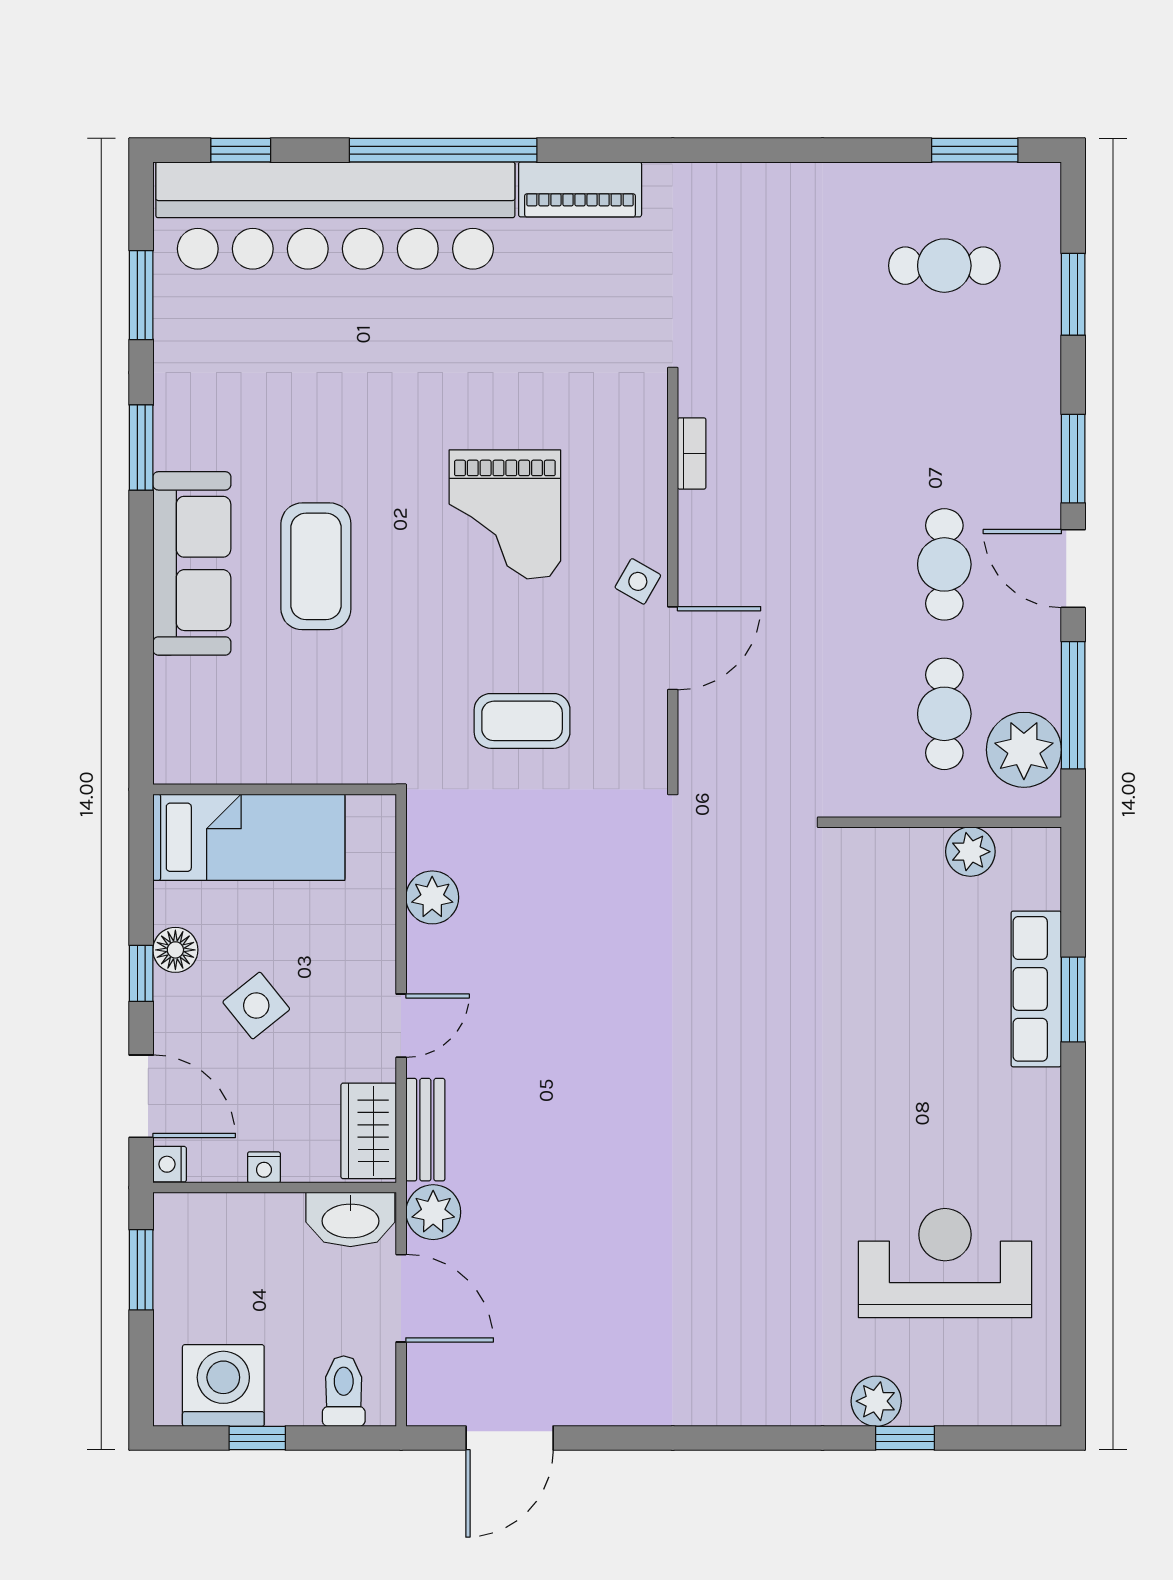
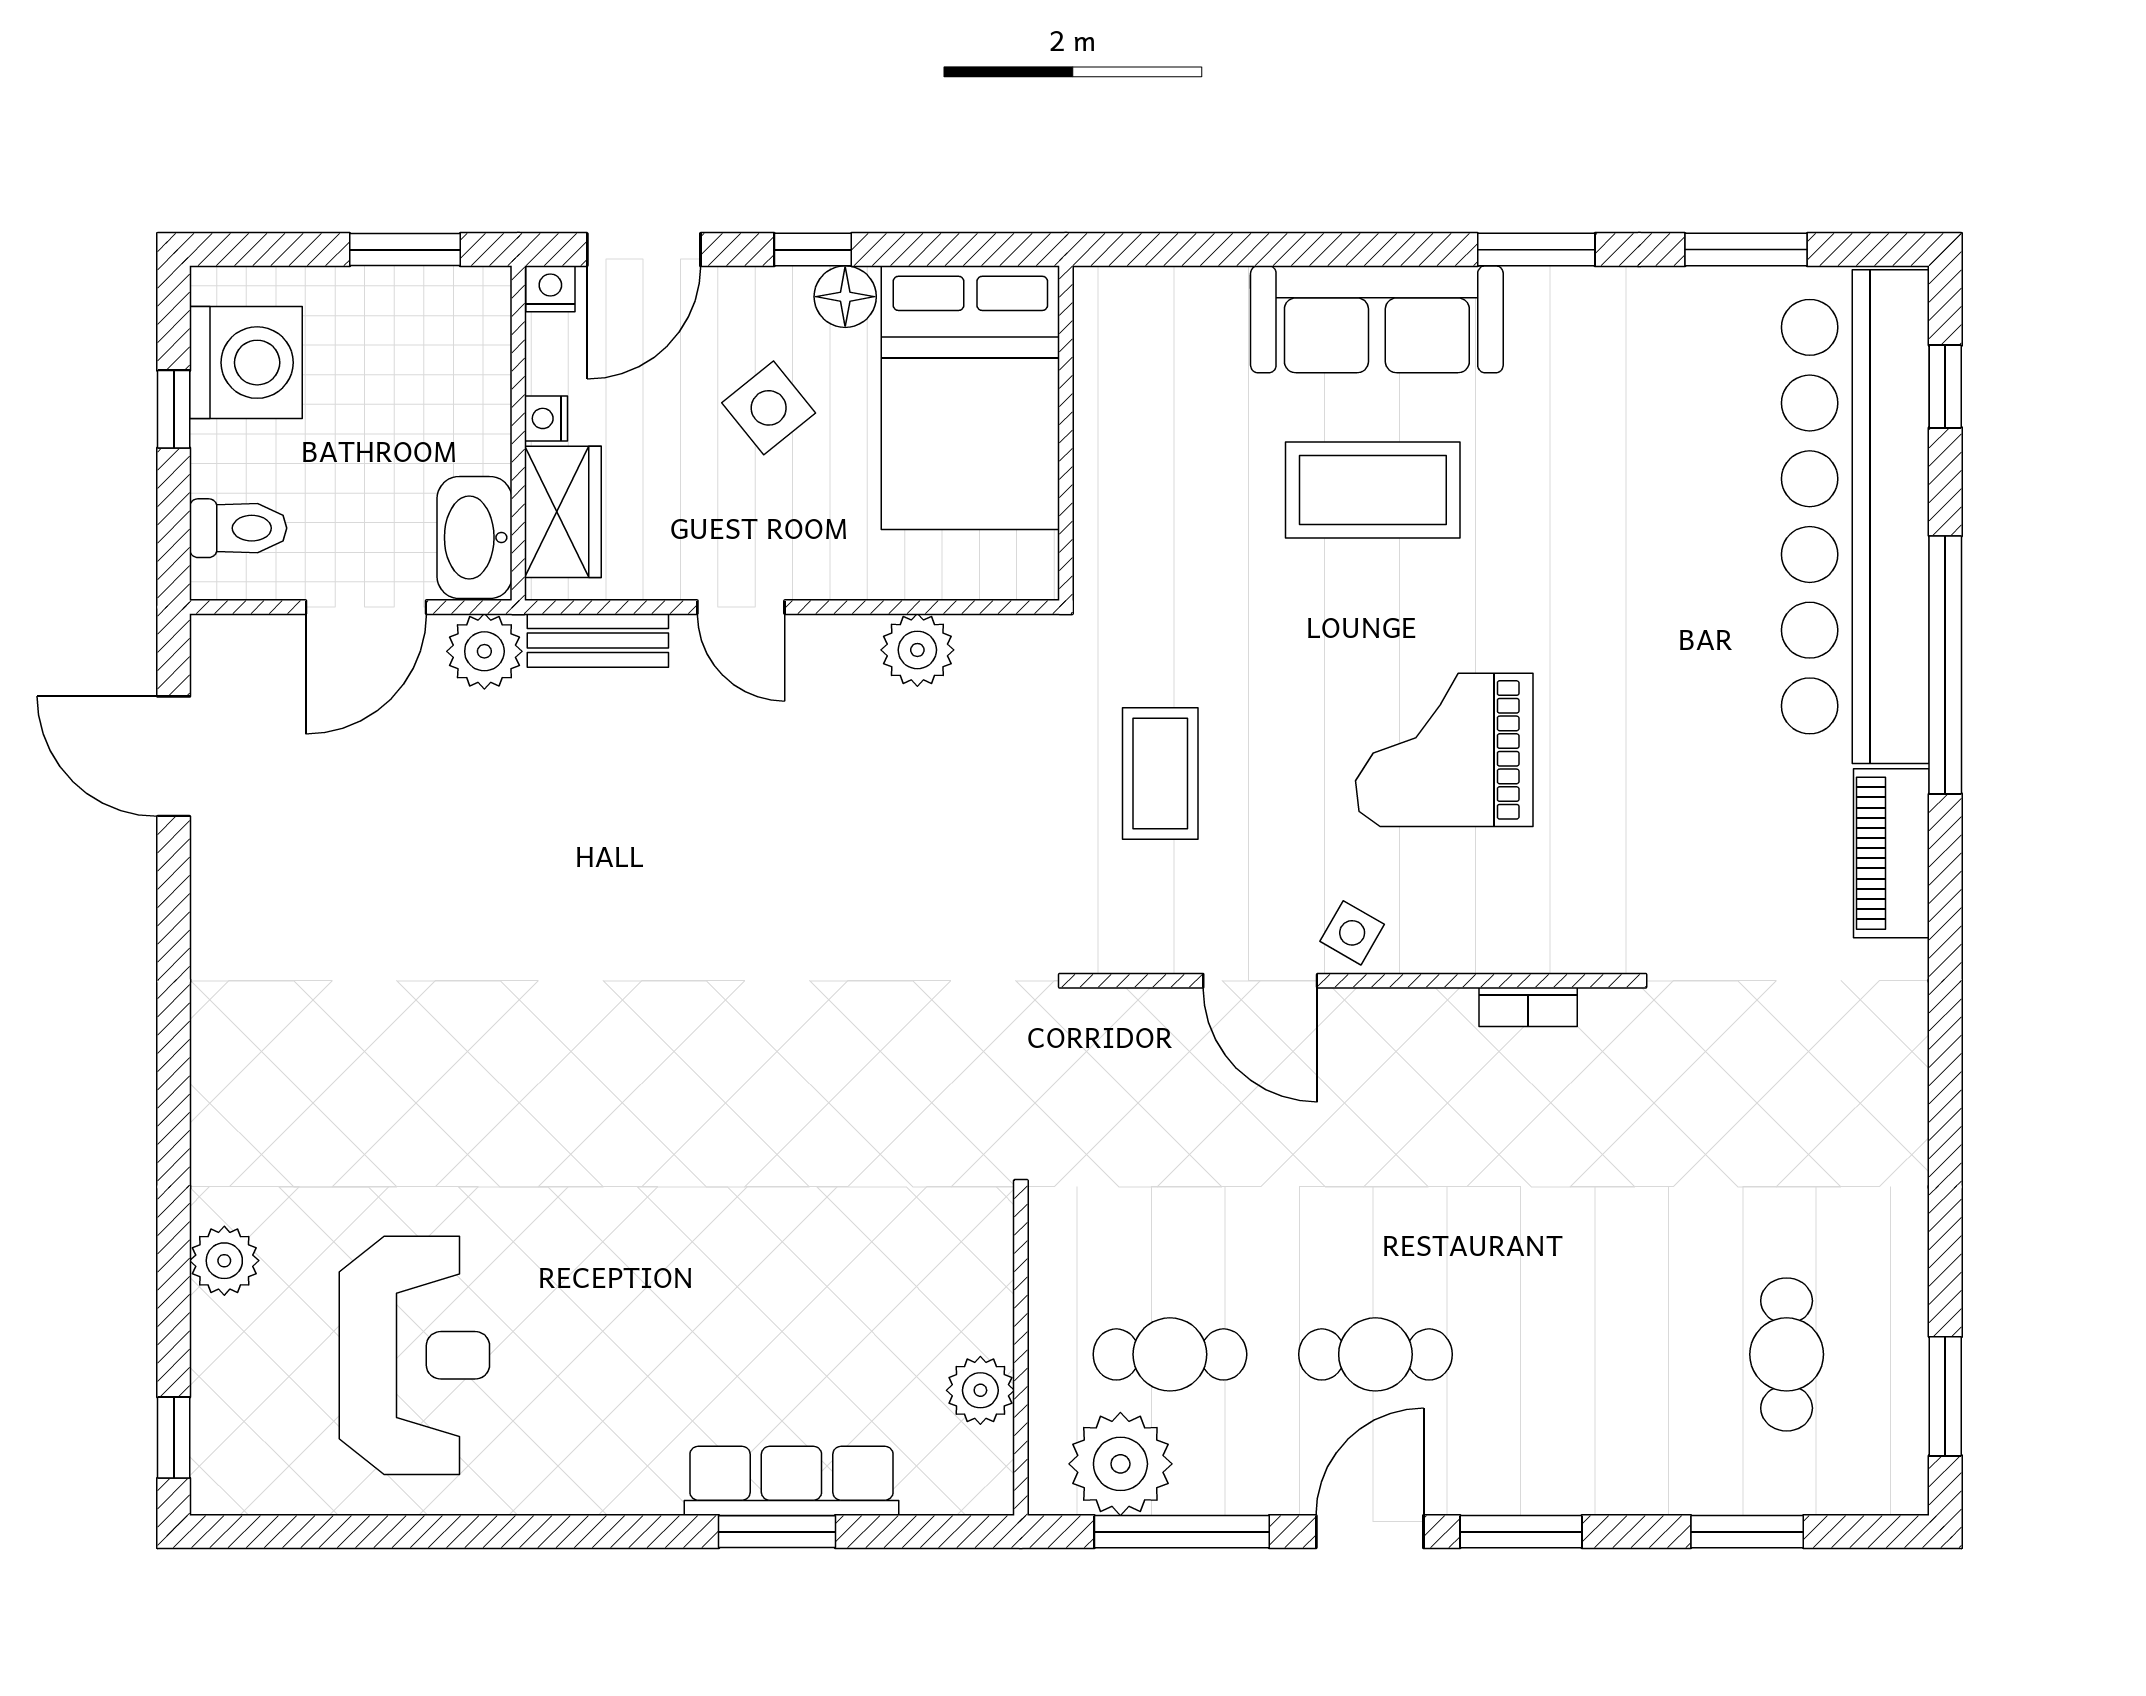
bed: (249, 837) -> (970, 398), width x1.50
wardrobe: (369, 1131) -> (563, 512), moved, turned 90
window: (905, 1438) -> (174, 1438), moved

